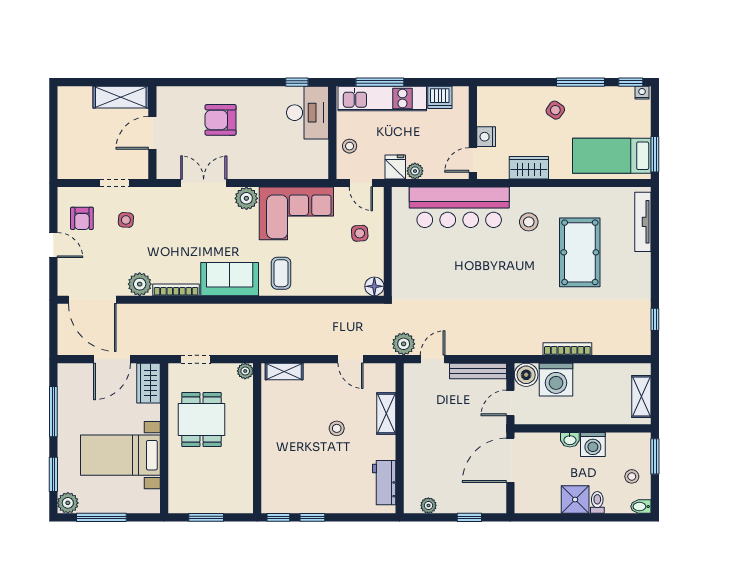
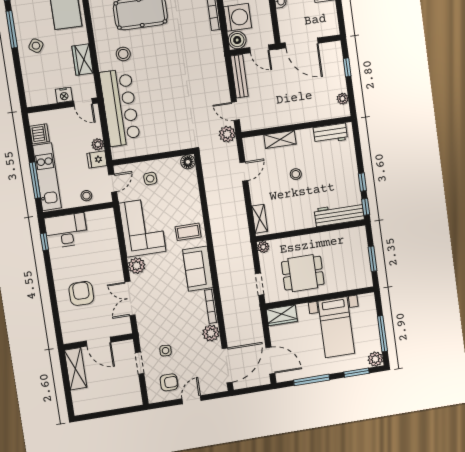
armchair: (221, 120) -> (81, 293), turned 180
door: (112, 359) -> (270, 360), moved
workbench: (274, 480) -> (339, 214), added

